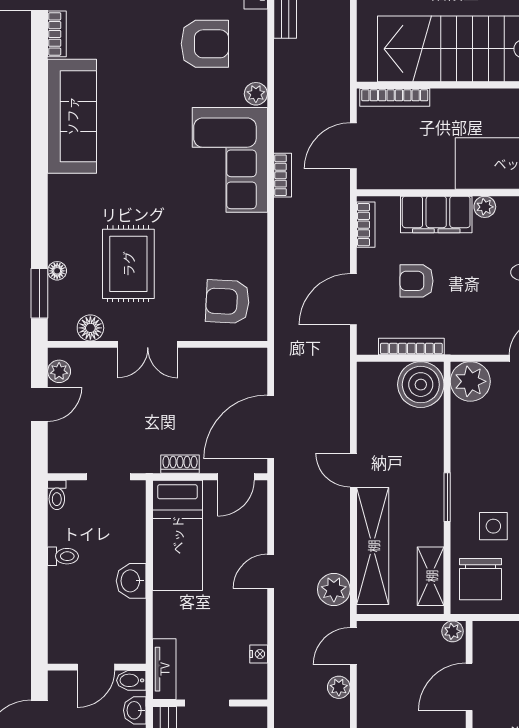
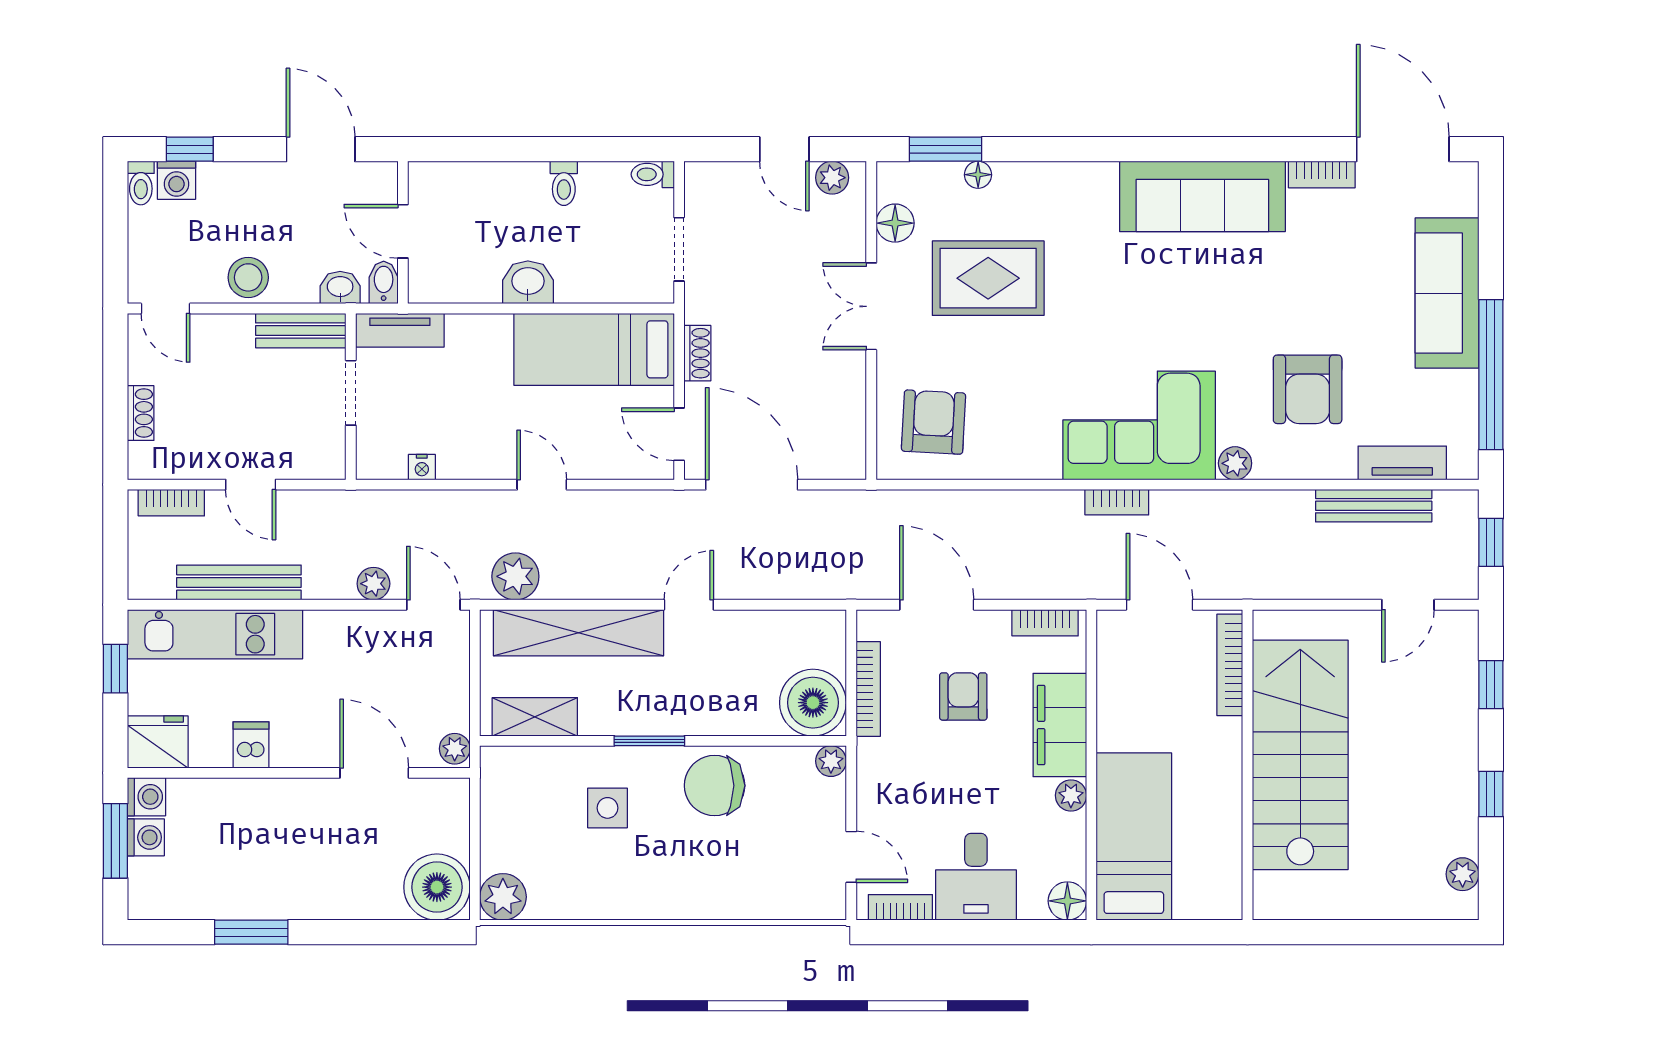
plant: (470, 381) -> (831, 761), width x0.53, depth x0.53
chair: (481, 579) -> (715, 786), moved

